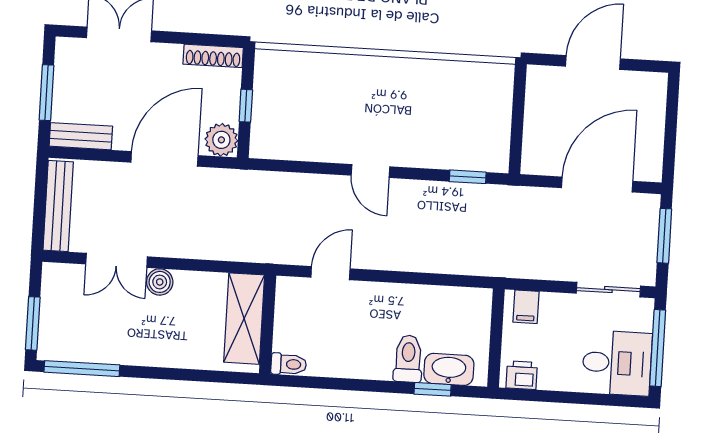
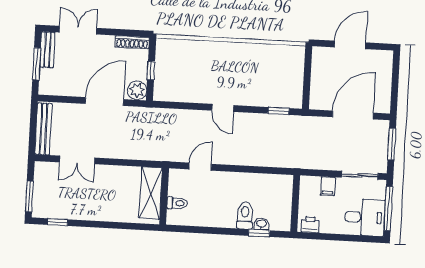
bench: (81, 136) -> (47, 50), moved, turned 90
boiler: (160, 282) -> (102, 172), removed
filing cabinet: (526, 307) -> (328, 186), moved
toilet: (289, 364) -> (177, 203), moved
window: (82, 369) -> (58, 222), width x0.46
washbasin: (449, 369) -> (261, 224), width x0.52, depth x0.69

